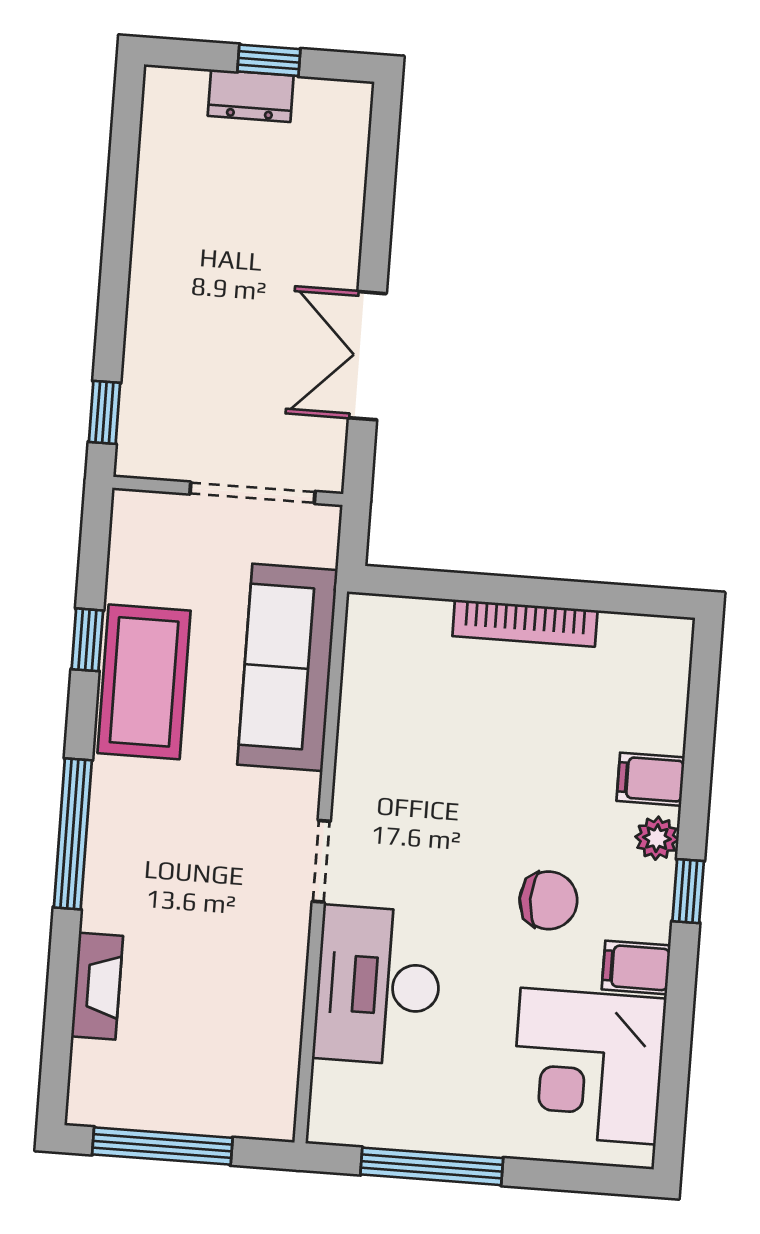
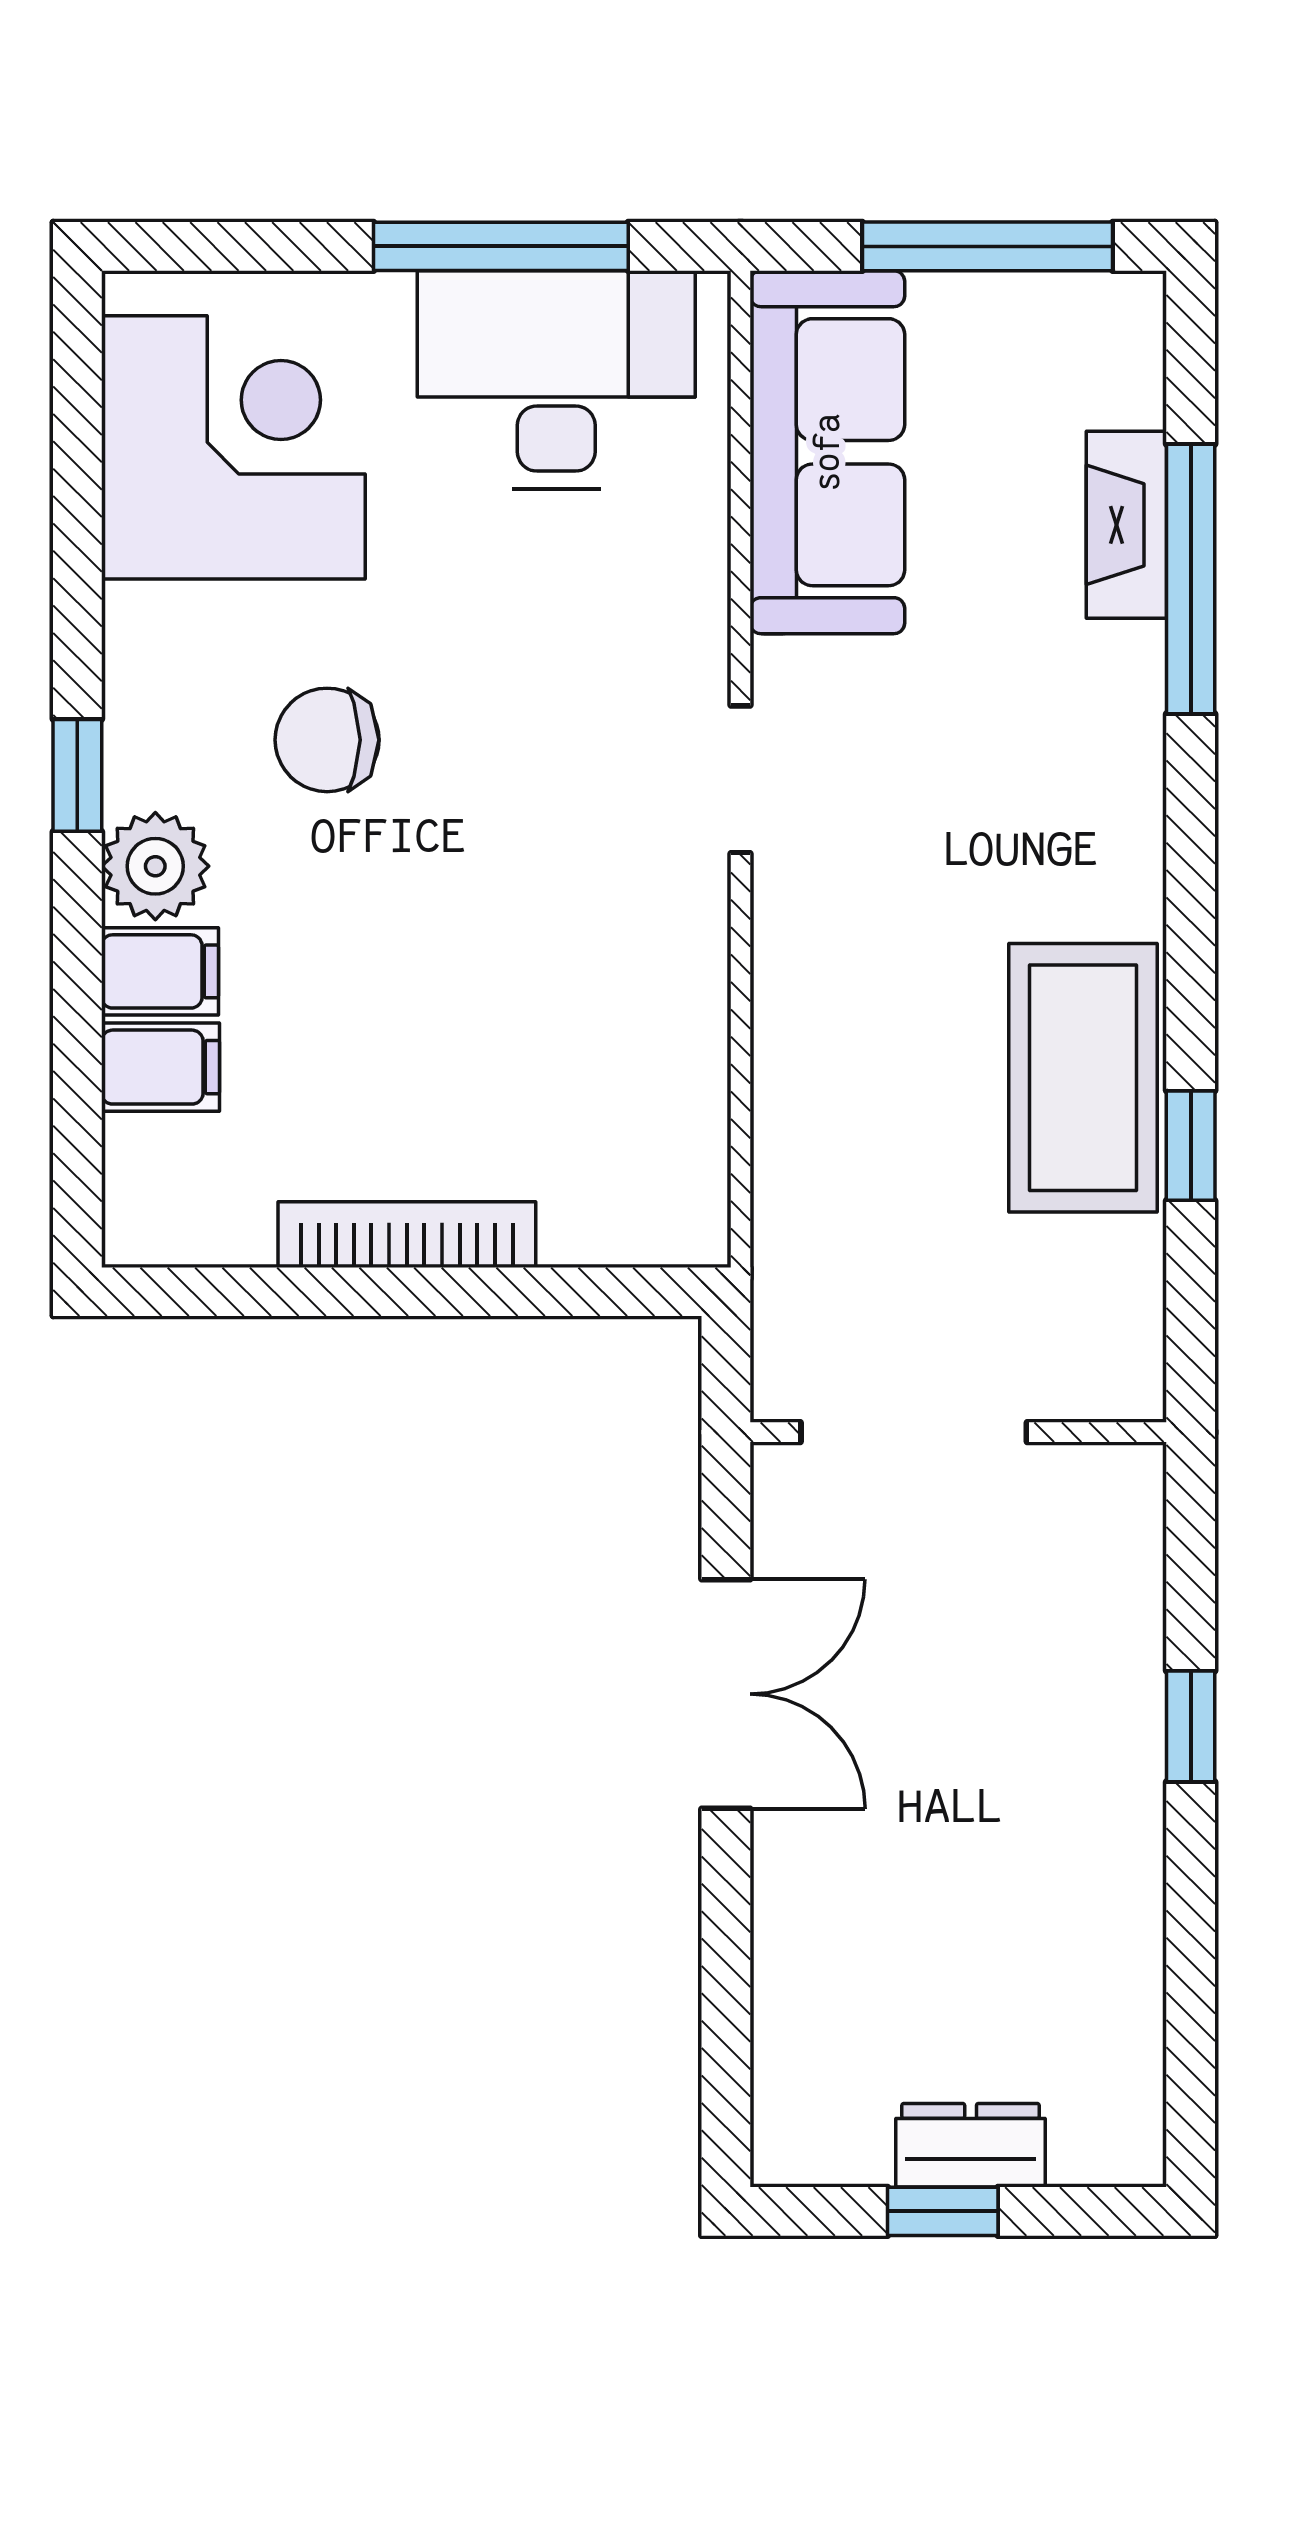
window: (104, 412) -> (1191, 1726), moved
sofa: (287, 667) -> (827, 452), moved
window: (73, 834) -> (1191, 579), moved
plant: (657, 838) -> (155, 866), width x1.38, depth x1.38
filing cabinet: (636, 967) -> (160, 1067), moved
desk: (378, 986) -> (556, 380), moved, turned -90

